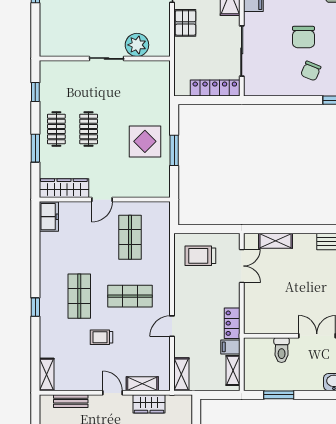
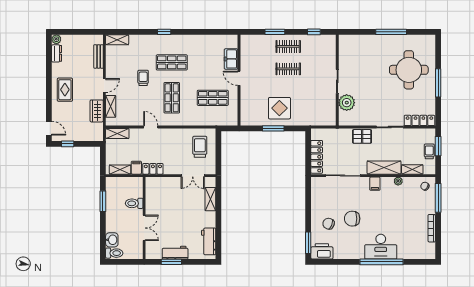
wardrobe: (64, 188) -> (247, 52), removed
freezer: (49, 217) -> (231, 59), moved, turned 90

